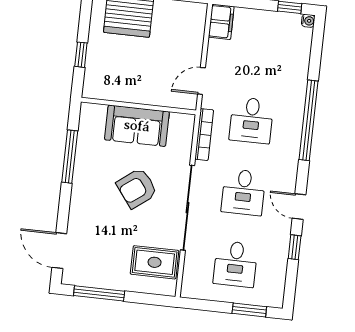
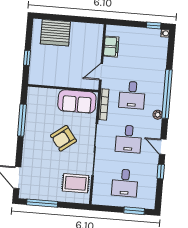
filing cabinet: (221, 22) -> (111, 47), moved
sofa: (137, 126) -> (77, 101), moved
plant: (292, 154) -> (158, 115), added

